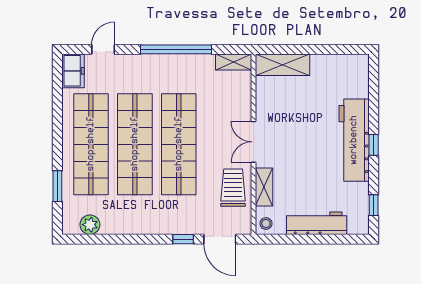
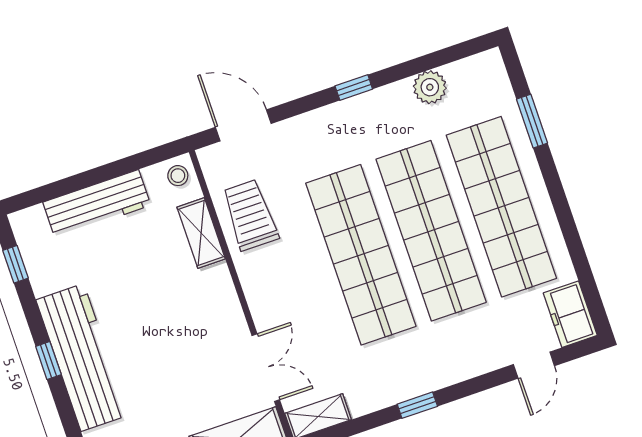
window: (176, 49) -> (417, 405), width x0.32
double door: (254, 142) -> (266, 368), moved
trolley: (233, 188) -> (250, 215), turned 180
plant: (90, 225) -> (430, 87), moved
window: (183, 239) -> (354, 88), moved

